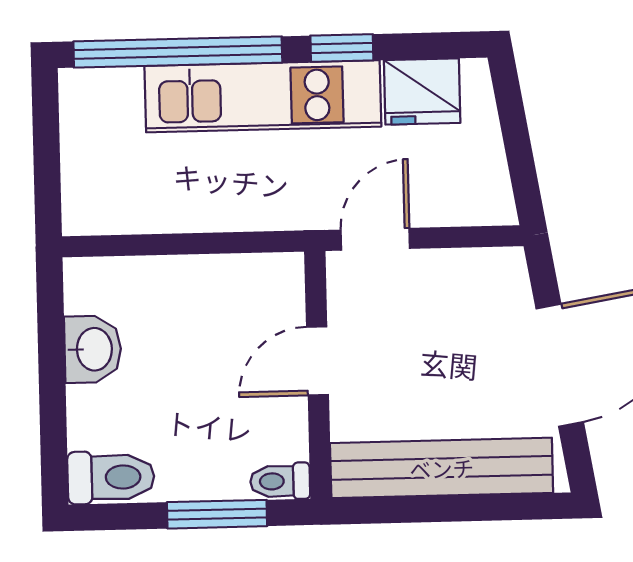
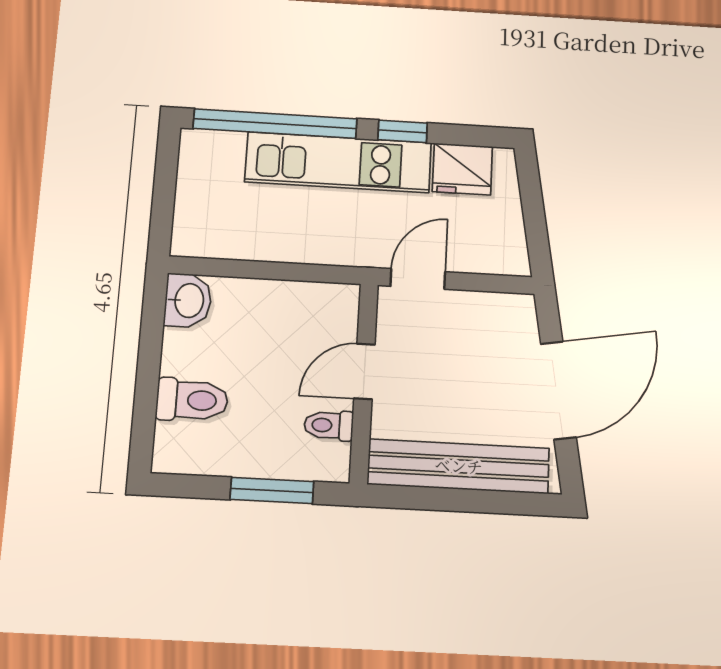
washbasin: (93, 349) -> (188, 300), moved
toilet: (111, 477) -> (192, 400), moved
toilet: (280, 481) -> (329, 425), moved

